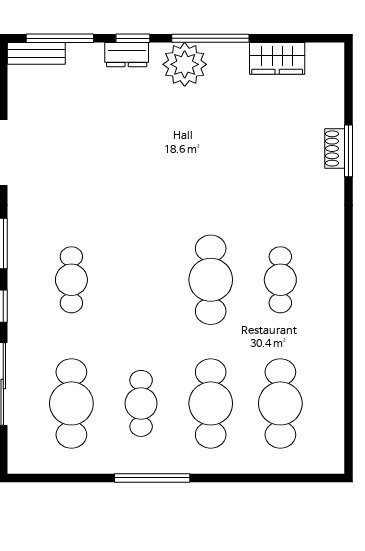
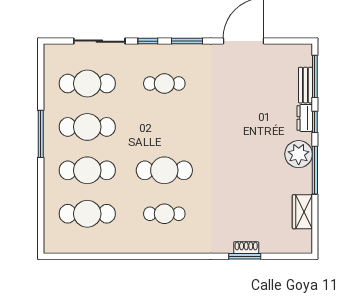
bench: (36, 53) -> (305, 85), moved
cafe table: (141, 403) -> (87, 127), width x1.37, depth x1.35

